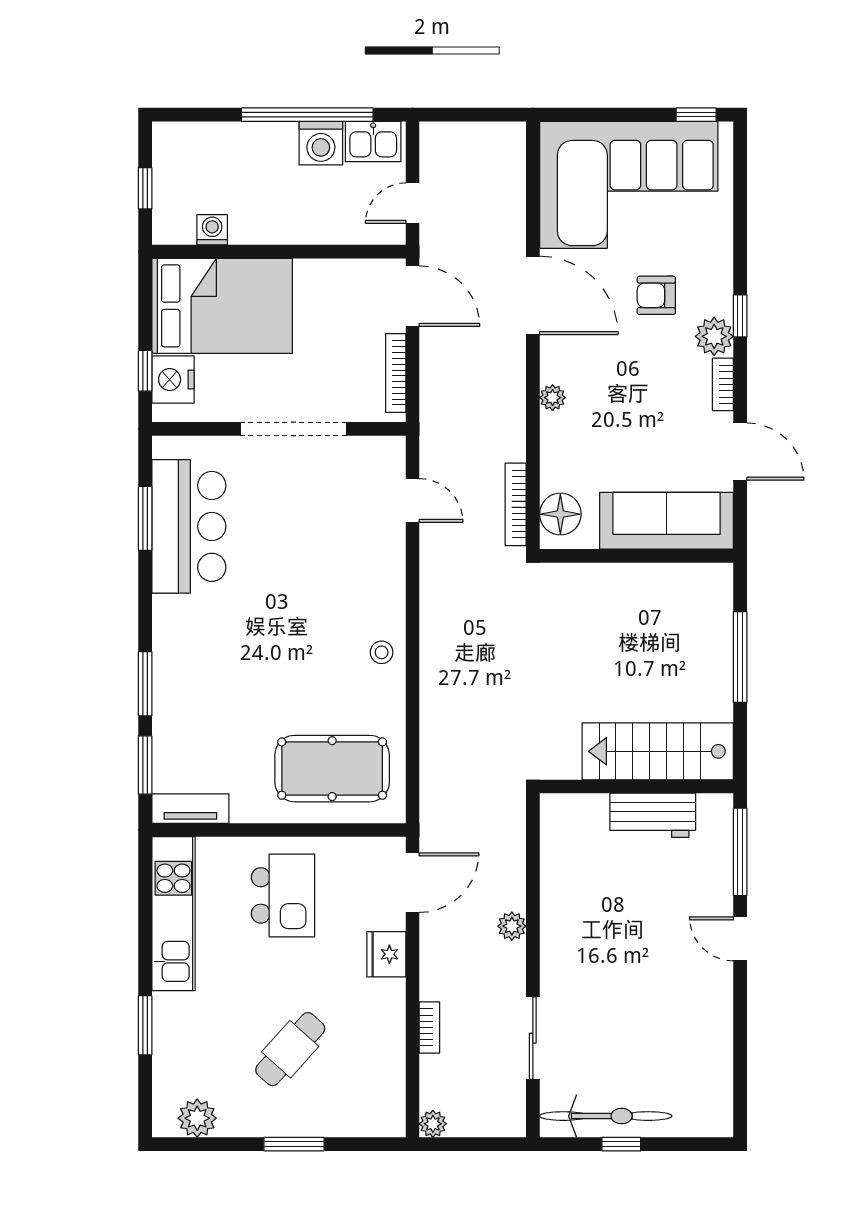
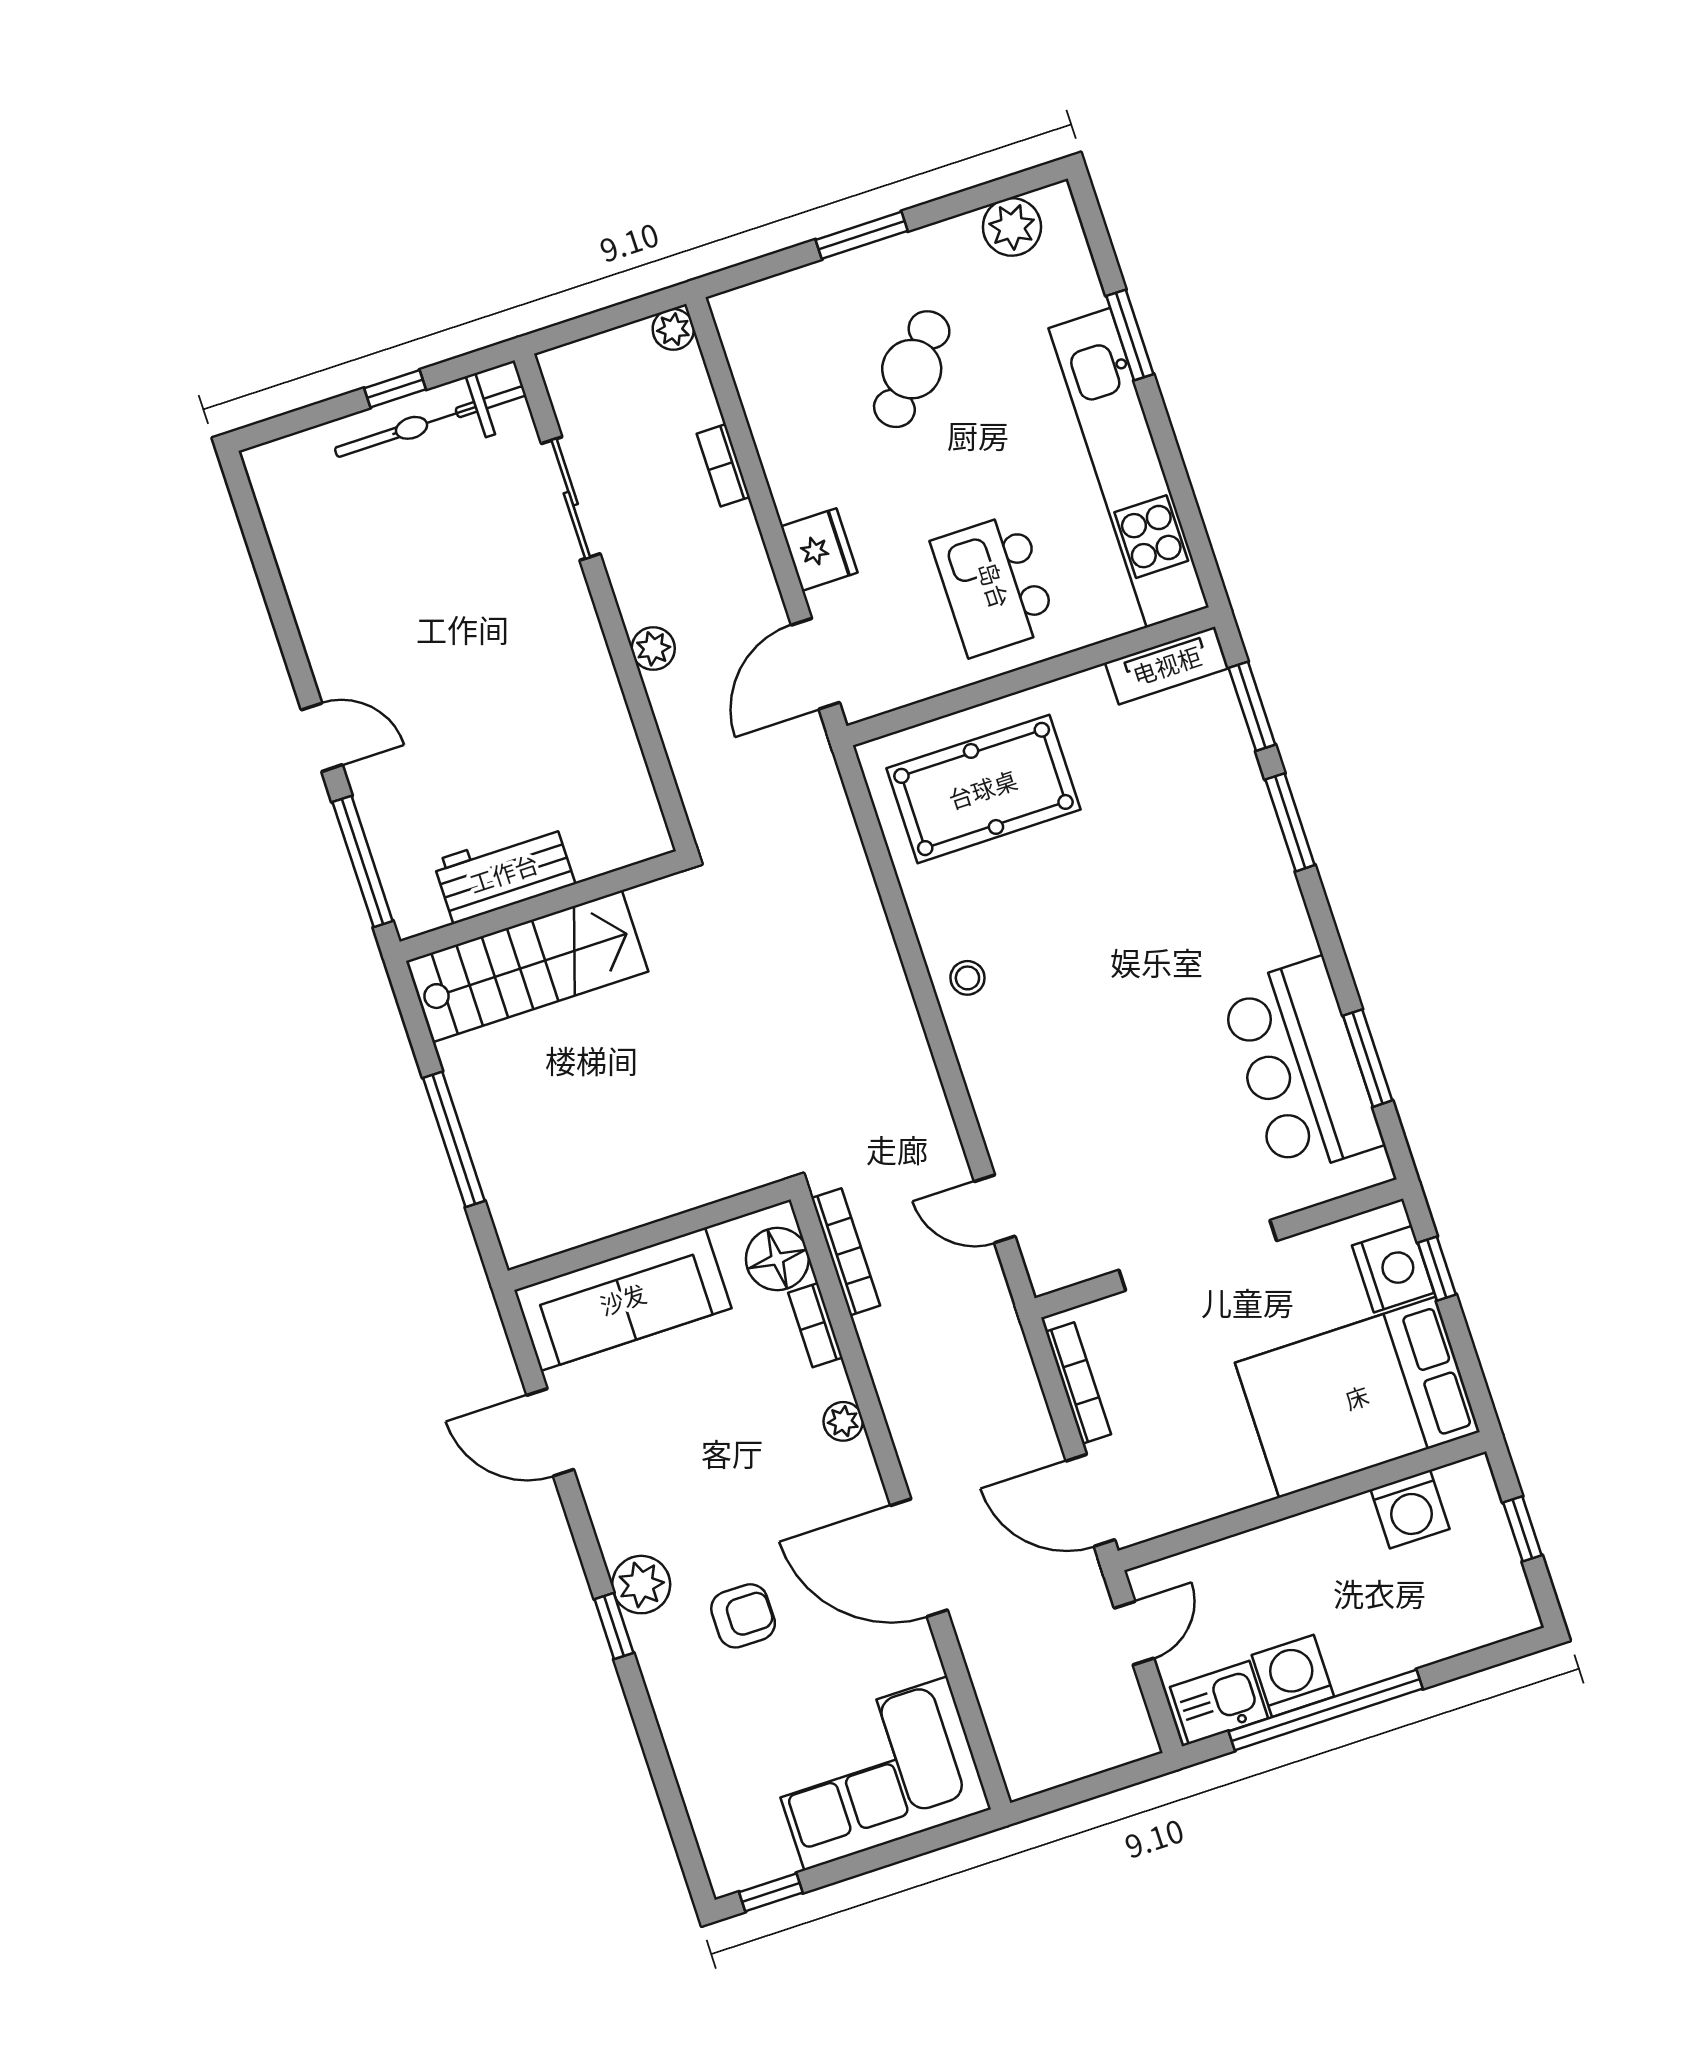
corner sofa: (629, 185) -> (876, 1773), width x0.73, depth x0.74
washing machine: (212, 230) -> (1410, 1509), width x1.38, depth x1.38
bookcase: (723, 384) -> (815, 1325), moved, turned 180
kitchen unit: (173, 914) -> (1129, 468), width x1.36

